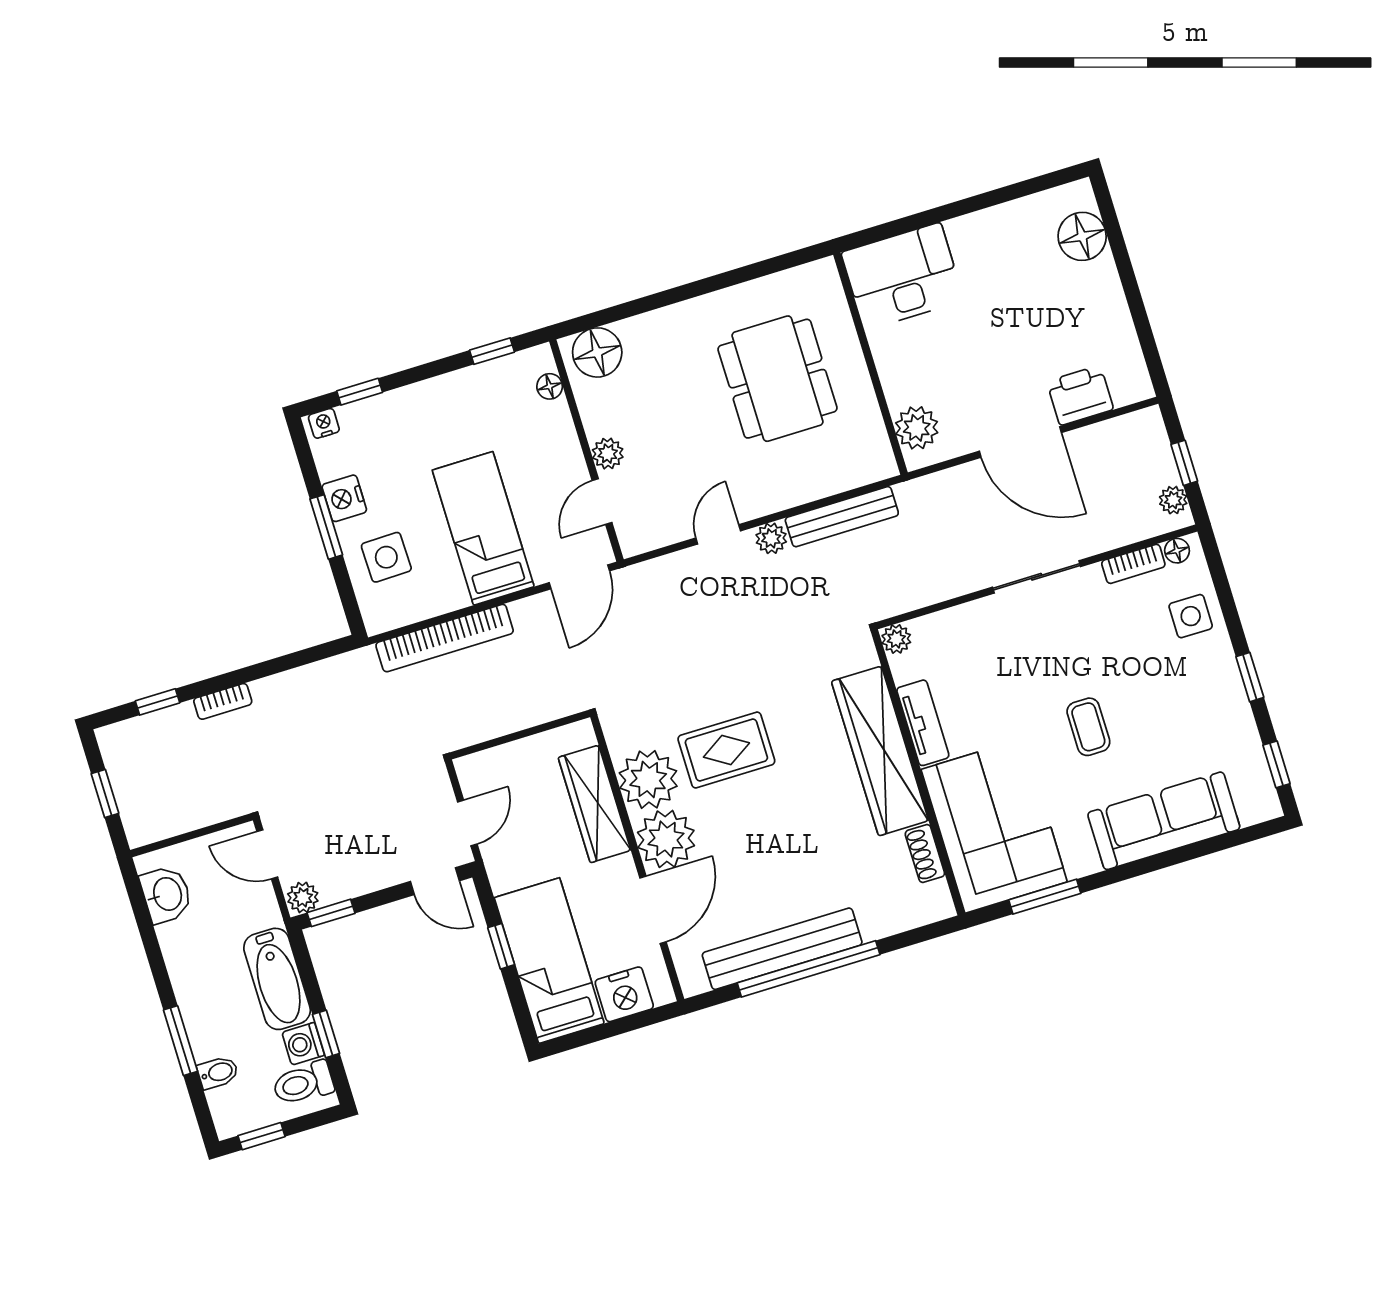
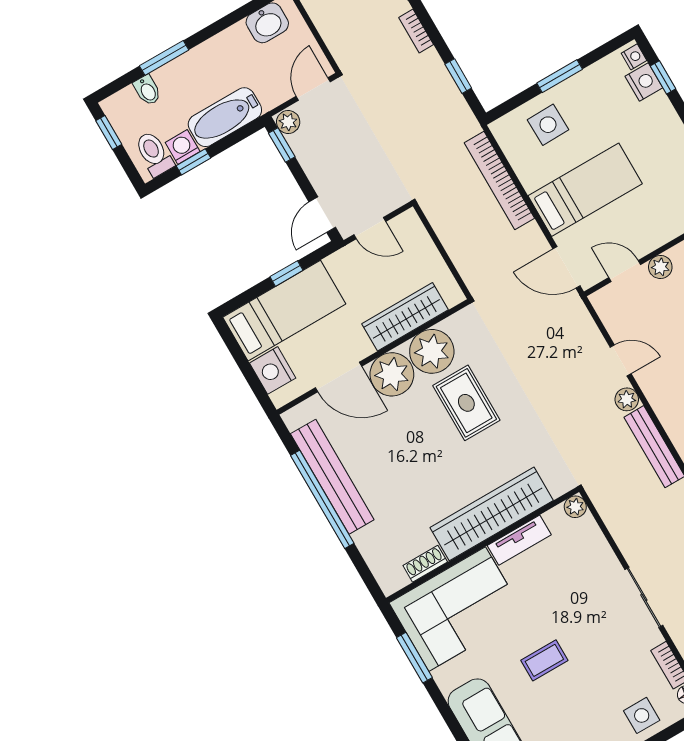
nightstand: (344, 498) -> (644, 82), moved, turned 90
window: (295, 660) -> (458, 76), added

